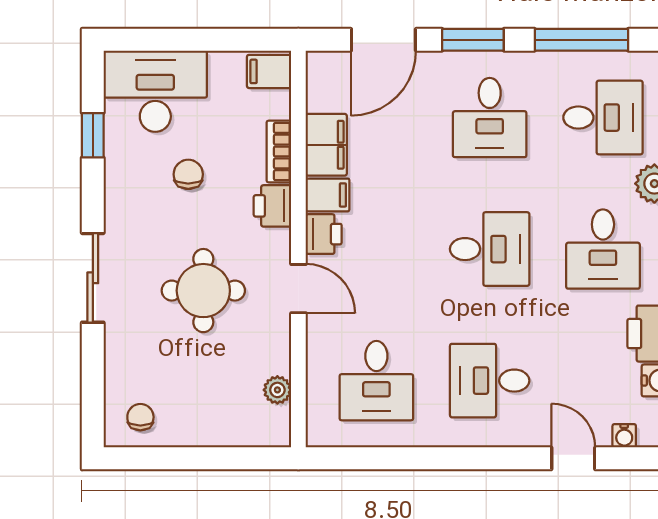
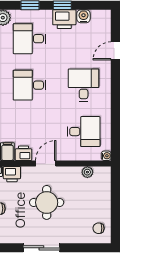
desk: (490, 249) -> (30, 85), turned -90
desk: (603, 249) -> (30, 39), turned 180
desk: (490, 381) -> (84, 85), turned 180
water cooler: (624, 436) -> (106, 156), moved

